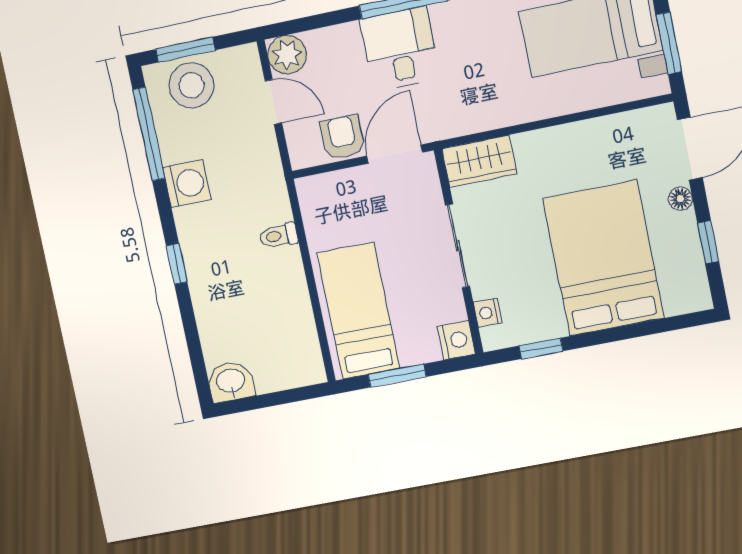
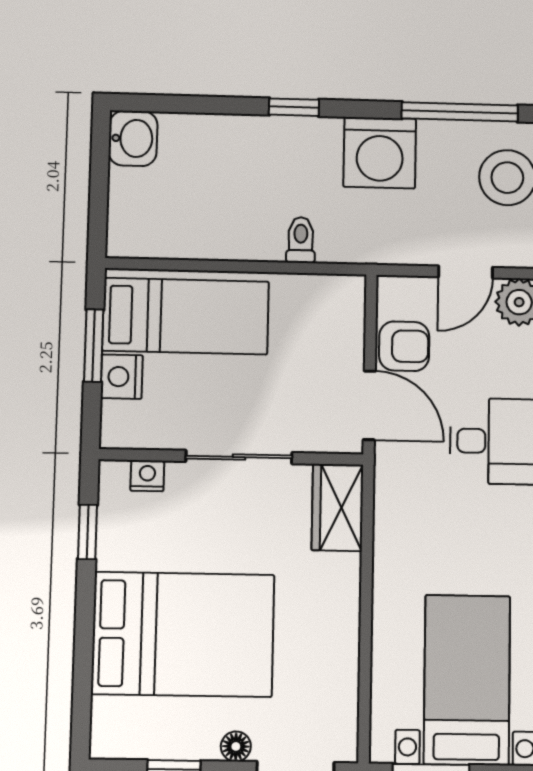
washing machine: (187, 184) -> (380, 153), width x1.37, depth x1.37
nightstand: (456, 340) -> (122, 377), moved, turned 90

